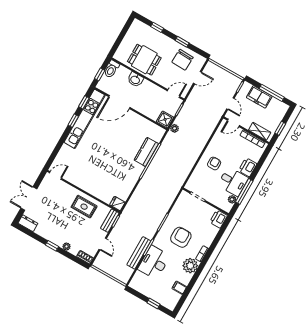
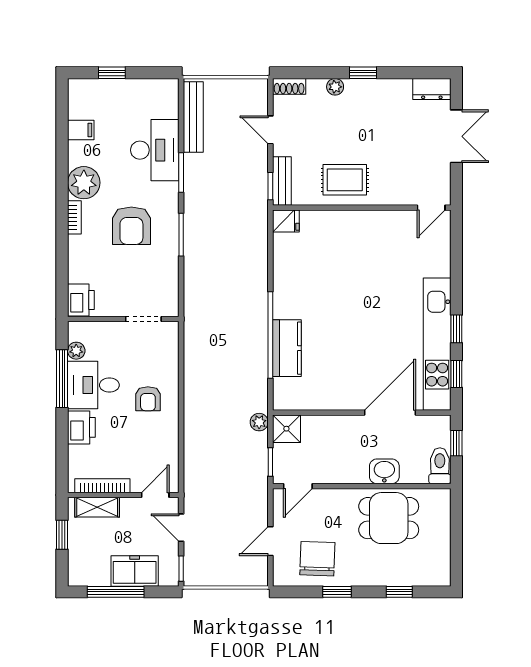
bench: (139, 253) -> (193, 117), moved

